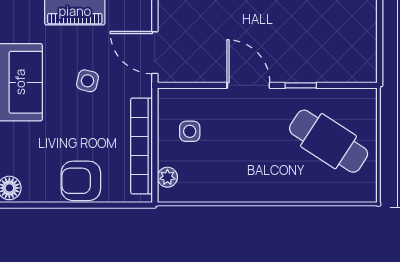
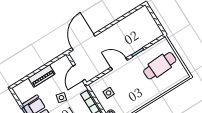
door: (155, 53) -> (79, 73), hinge flipped
cafe table: (329, 141) -> (160, 66), turned -36

